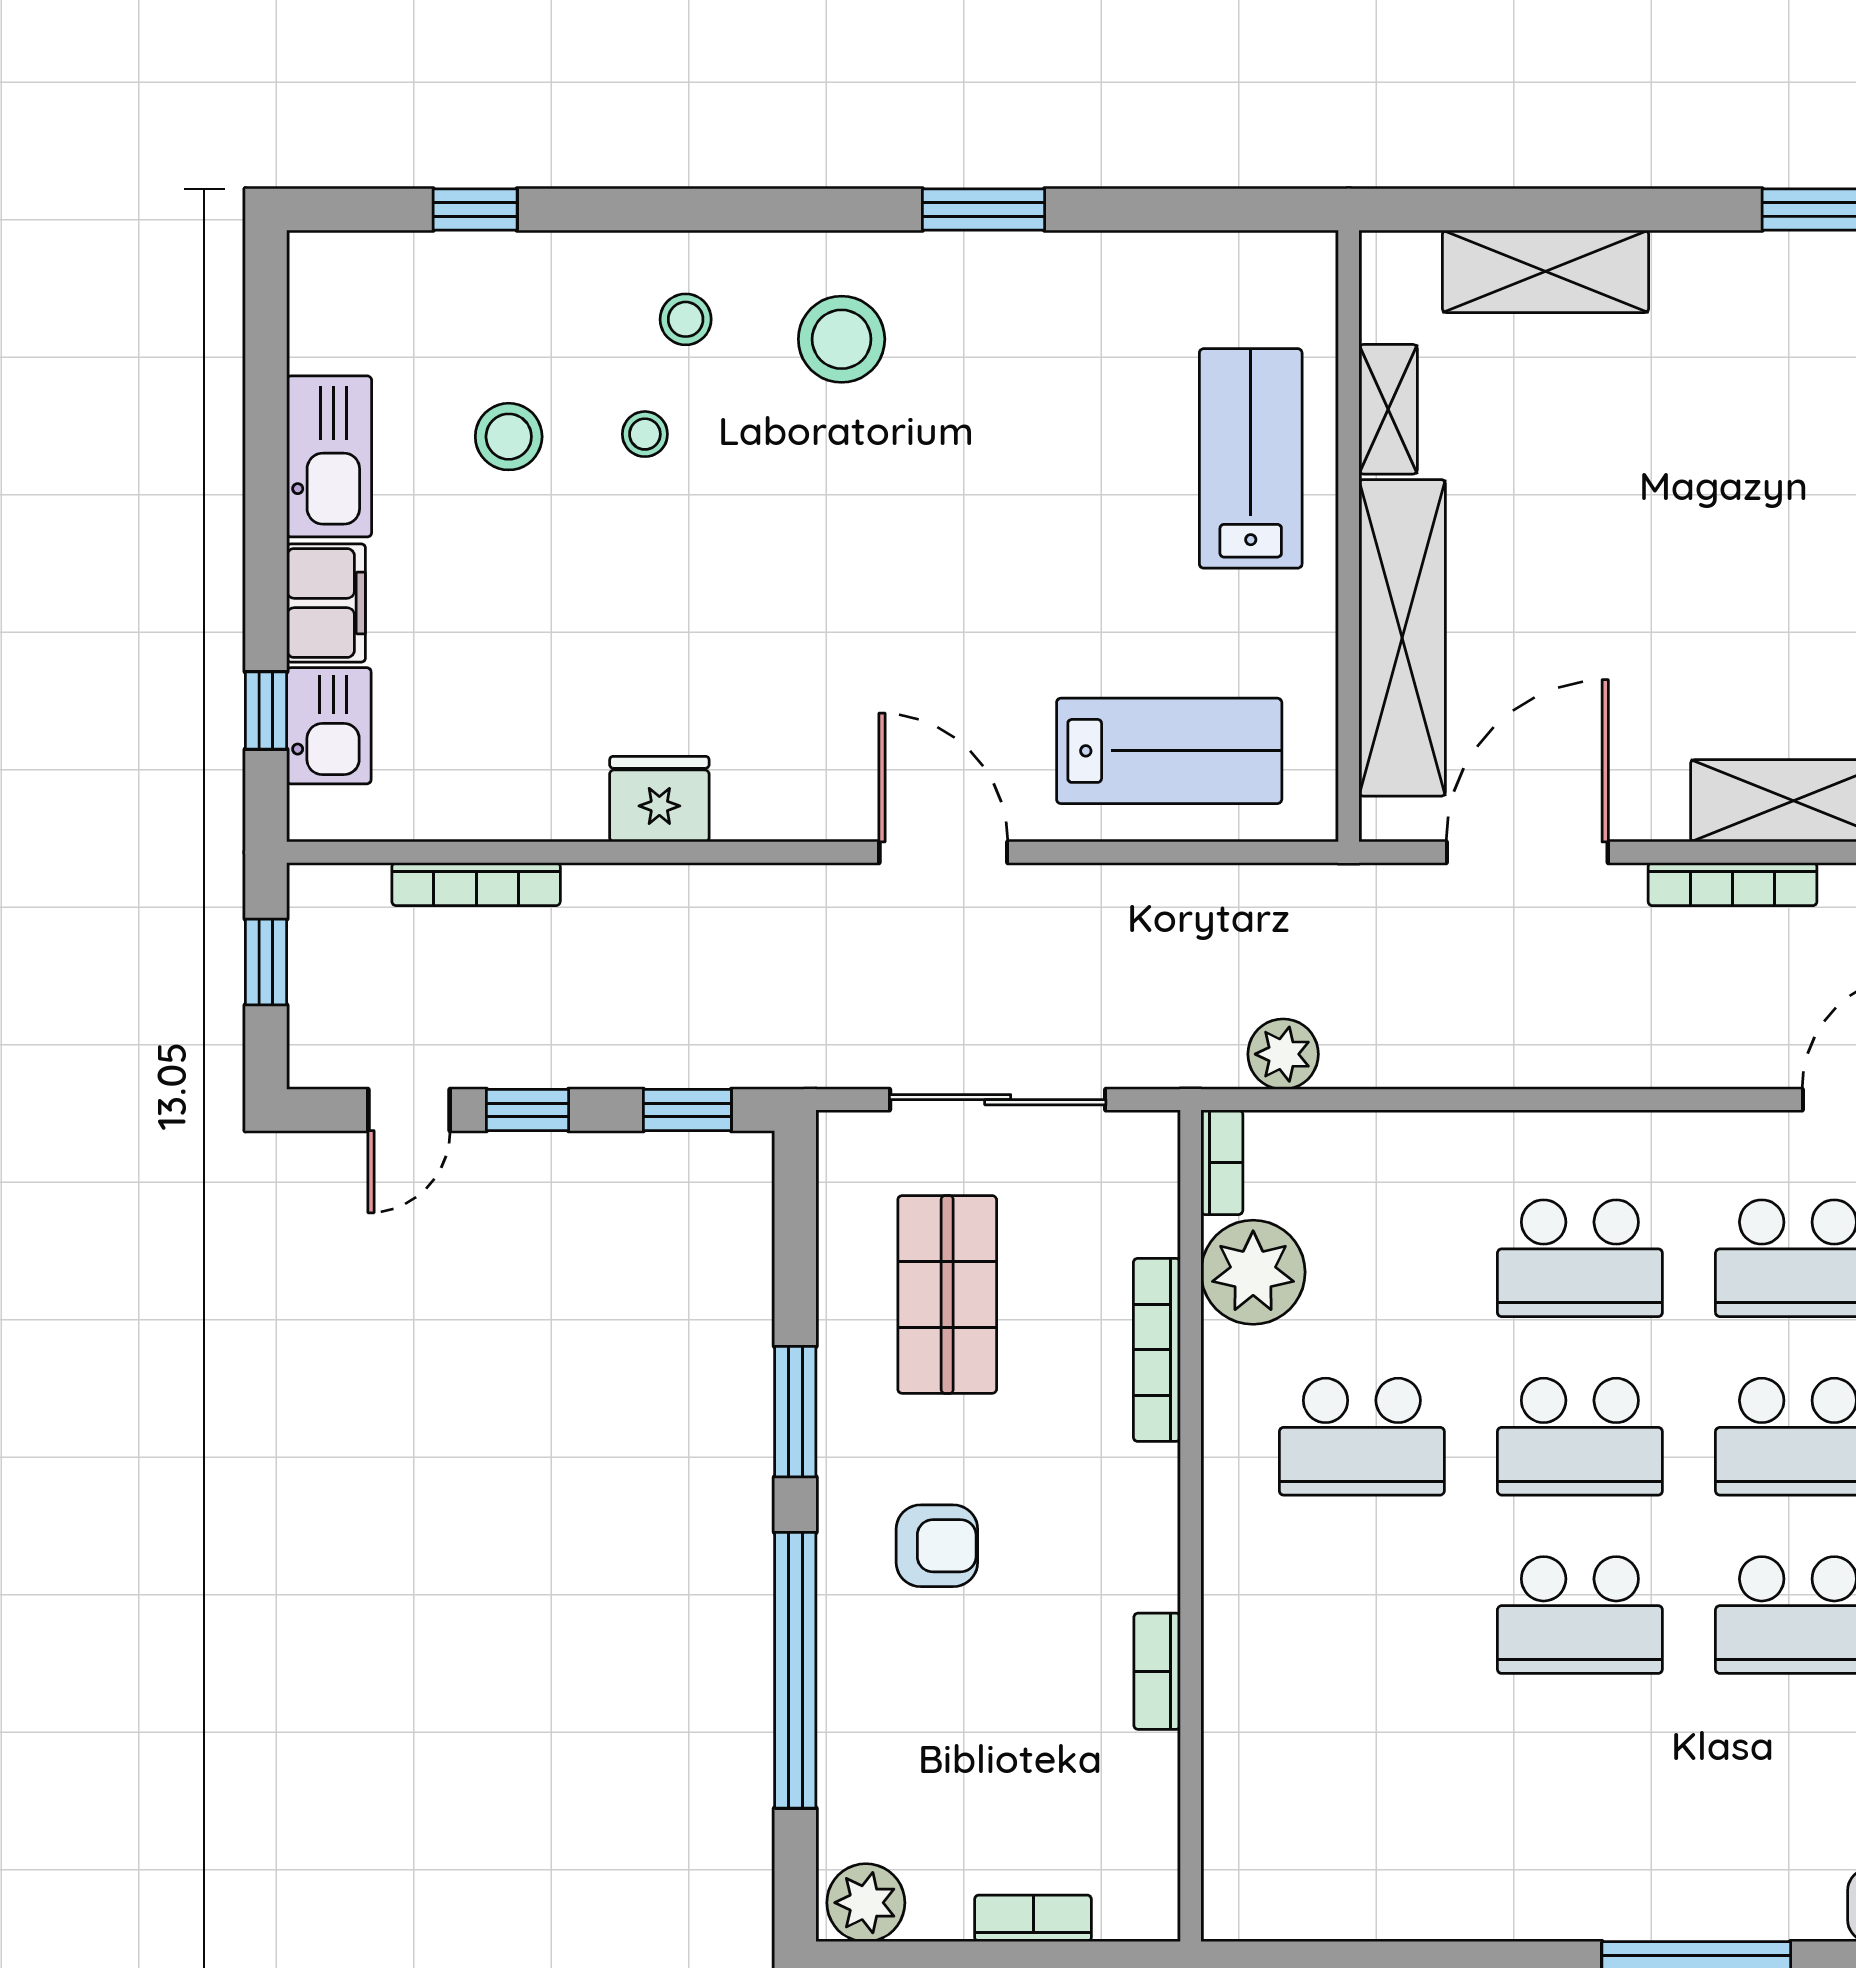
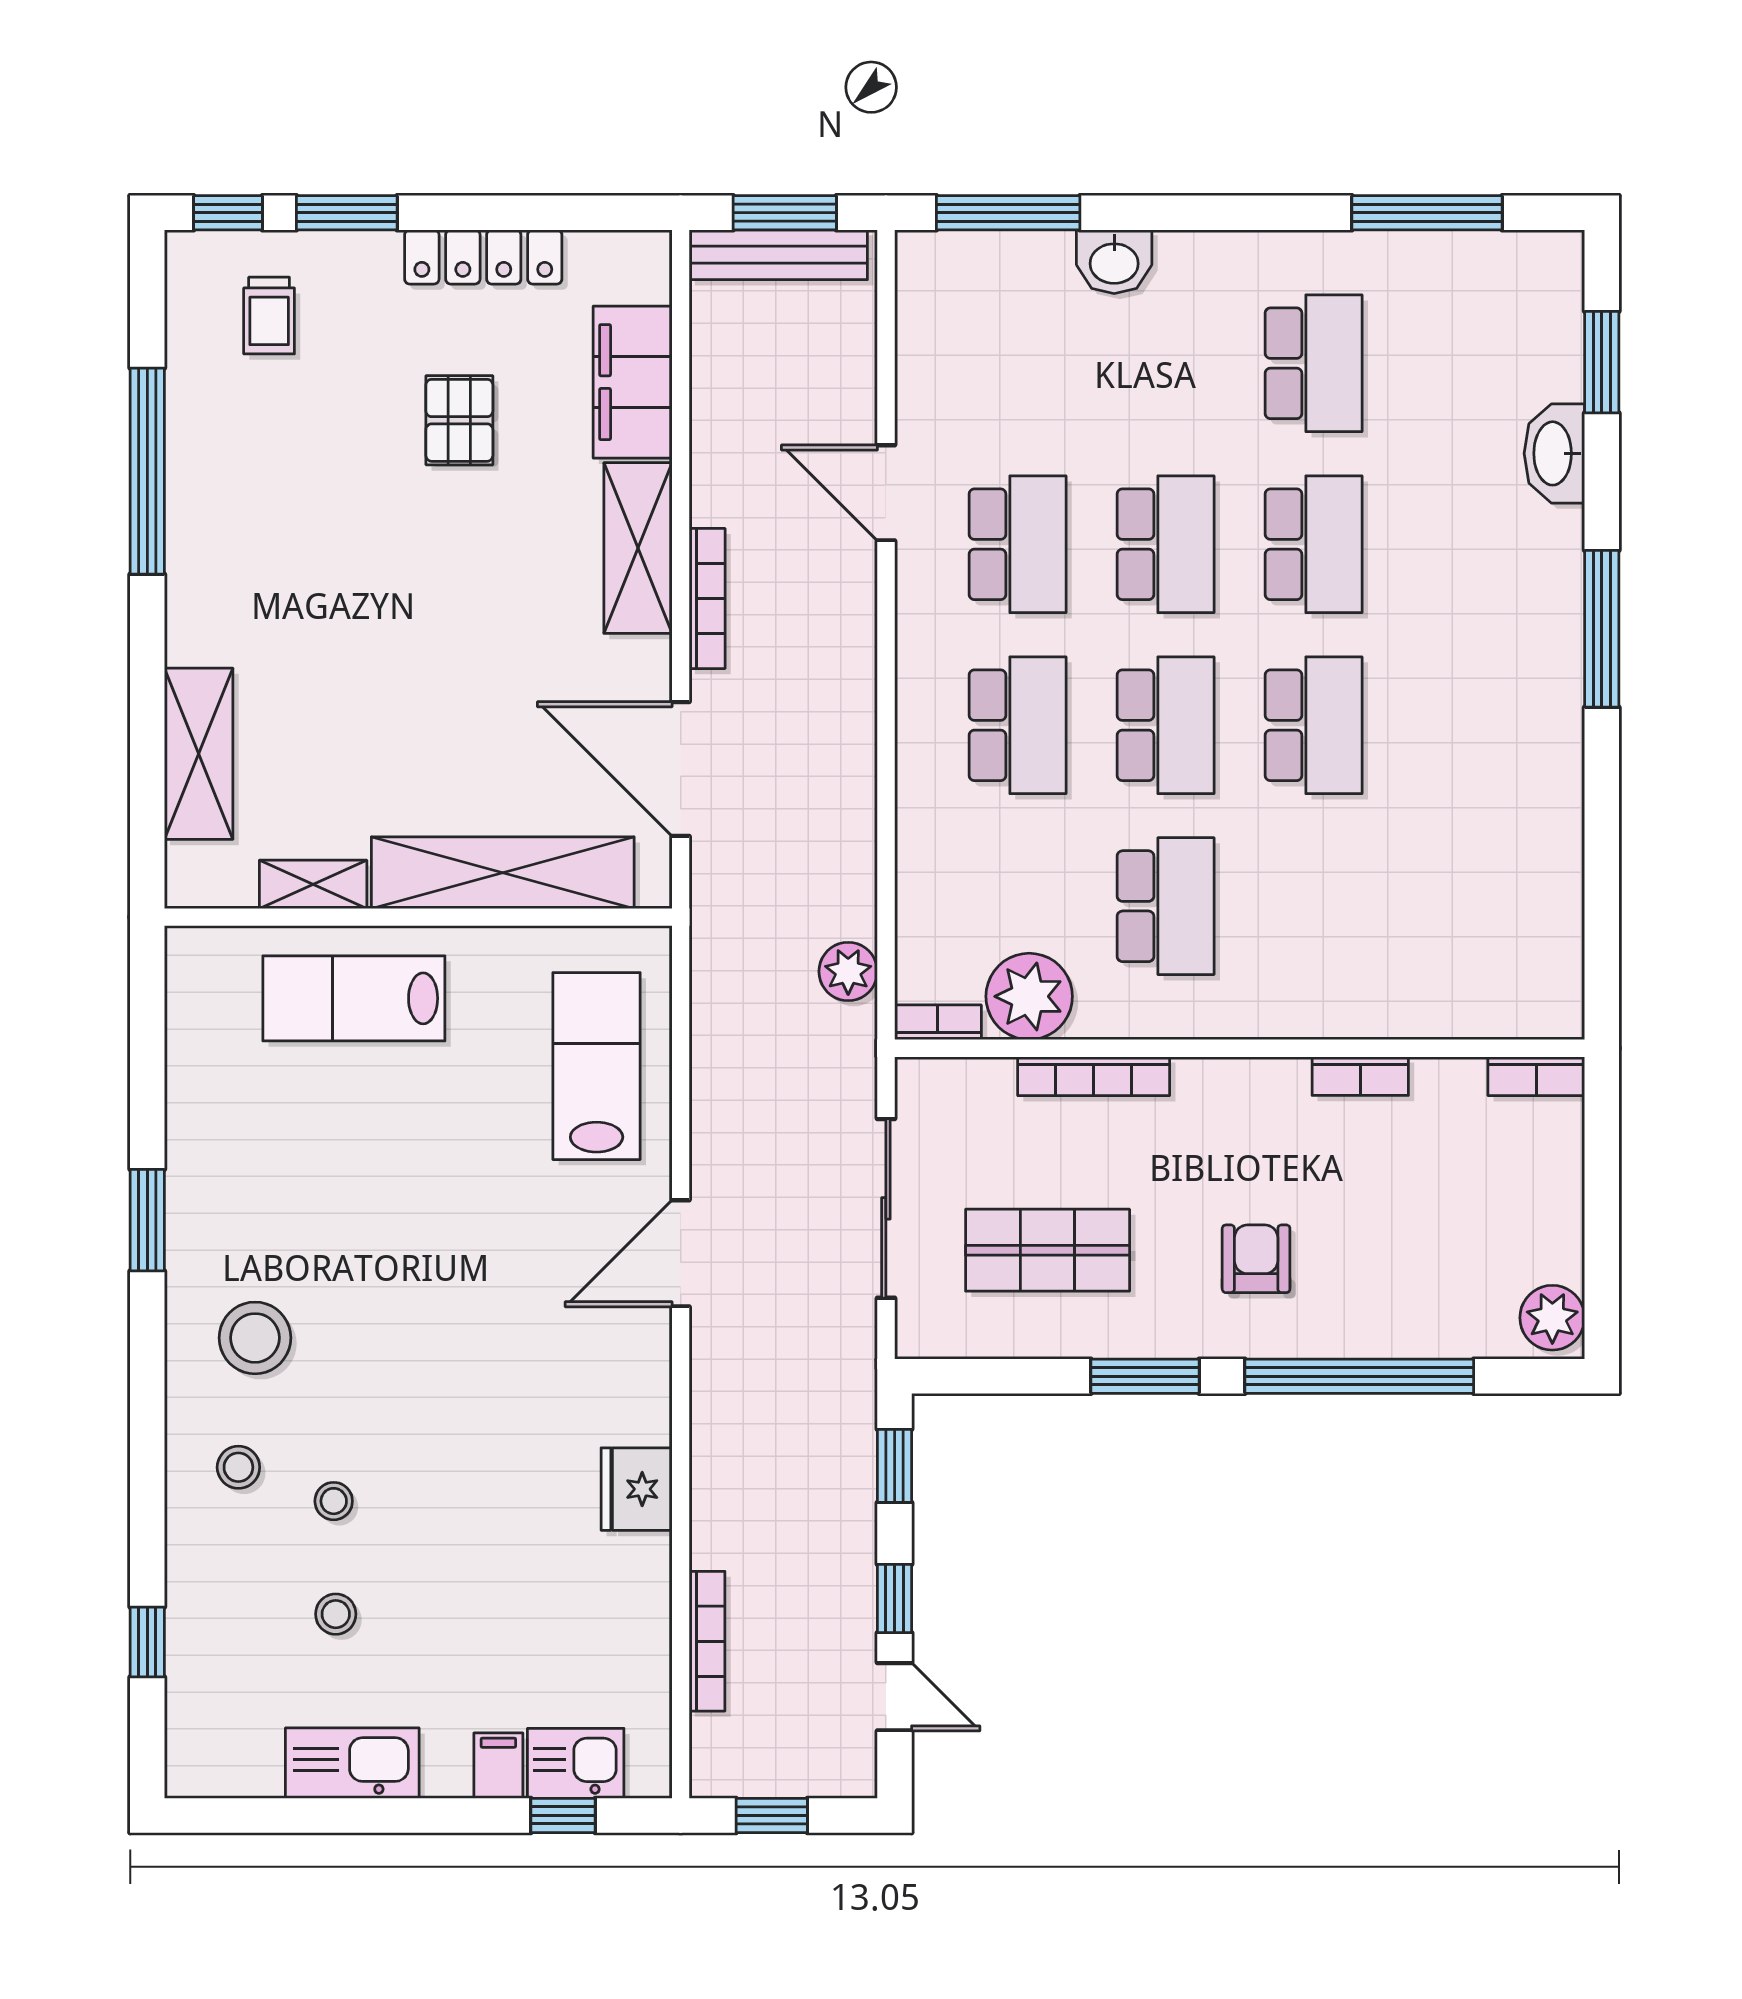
stool: (509, 437) -> (336, 1614), width x0.73, depth x0.73
filing cabinet: (326, 603) -> (498, 1766), width x0.50
bookcase: (1033, 1918) -> (1536, 1076), moved, turned -90

